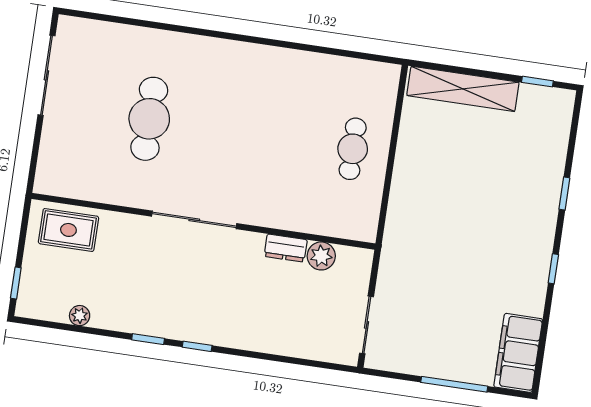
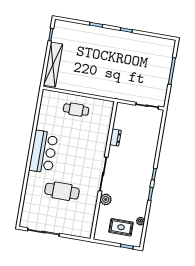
bar counter: (246, 70) -> (43, 152), added
rug: (68, 230) -> (121, 227), moved, turned 90
plant: (321, 256) -> (106, 199), moved
filing cabinet: (518, 353) -> (160, 45), removed

